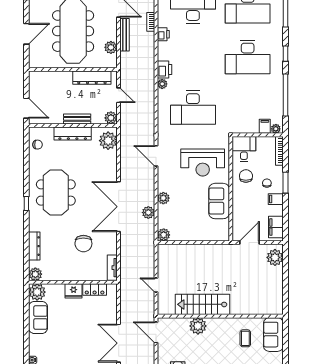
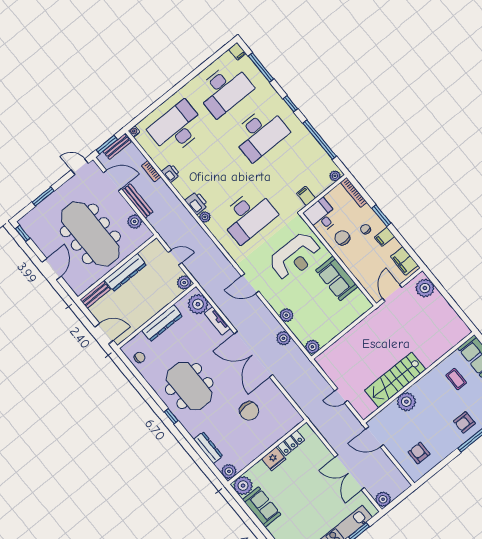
dresser: (92, 78) -> (125, 272), moved
bench: (77, 119) -> (95, 295), moved
filing cabinet: (265, 126) -> (306, 196), moved
tv unit: (112, 268) -> (217, 321), moved

